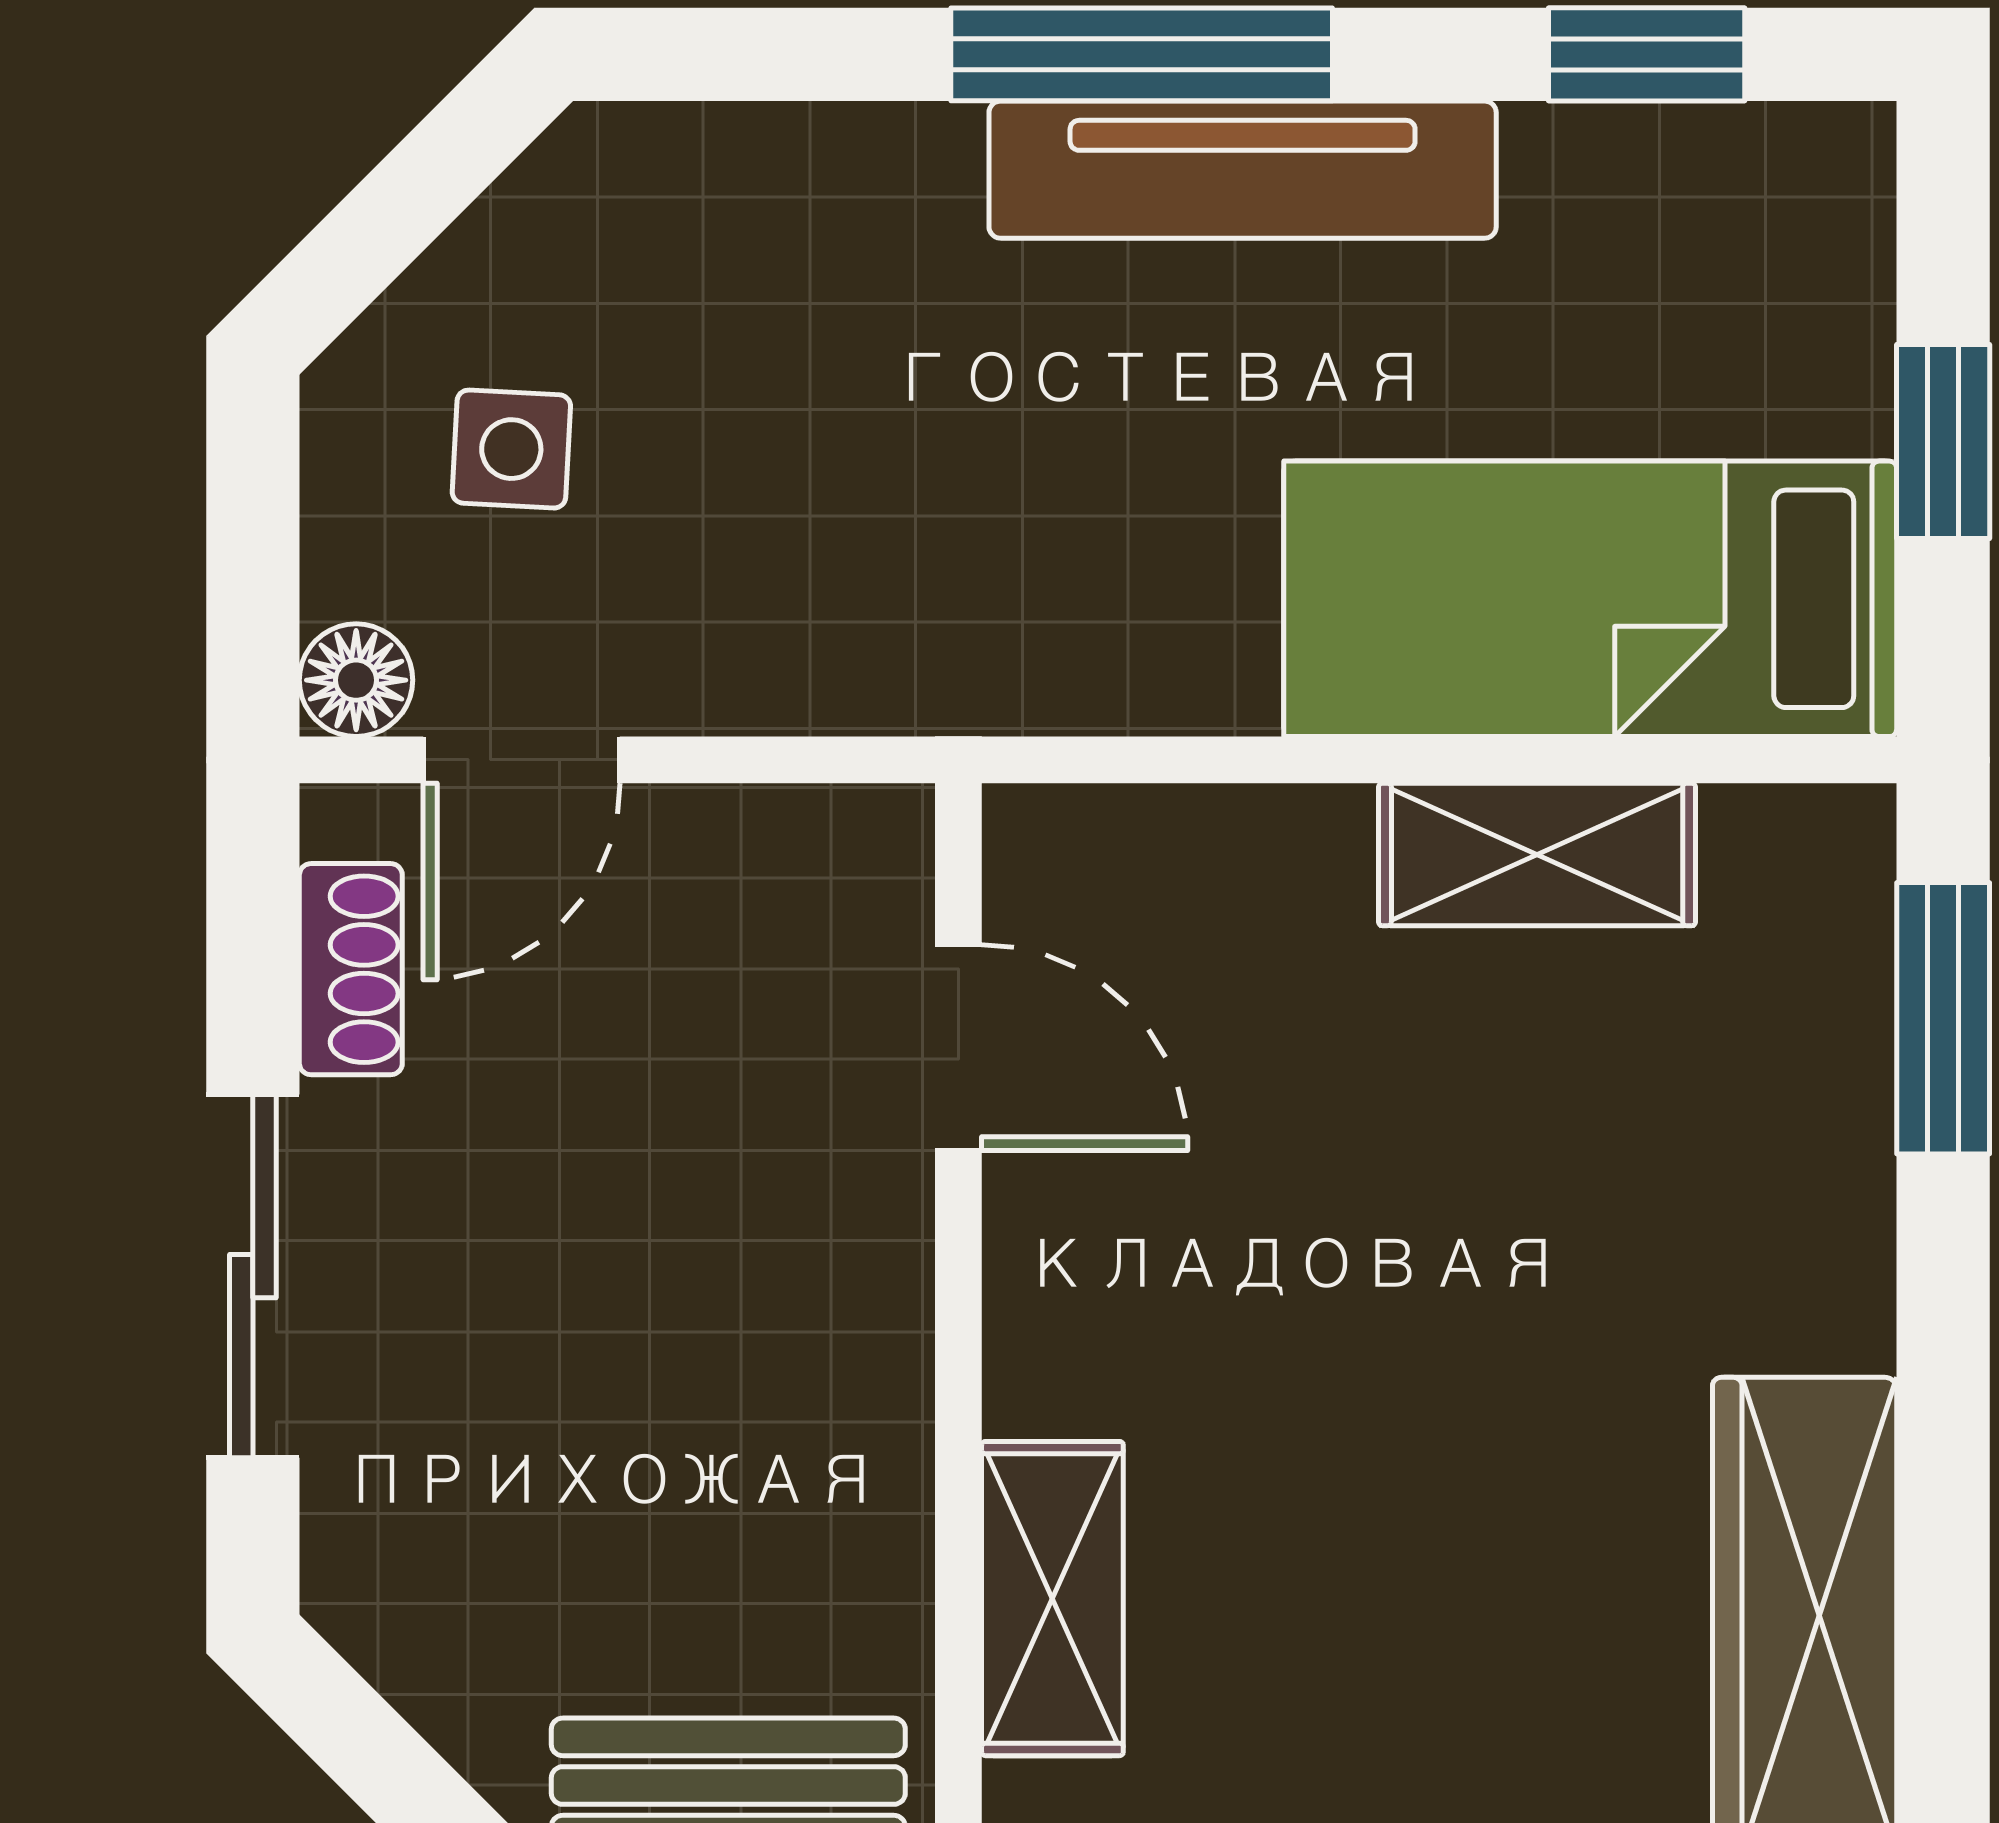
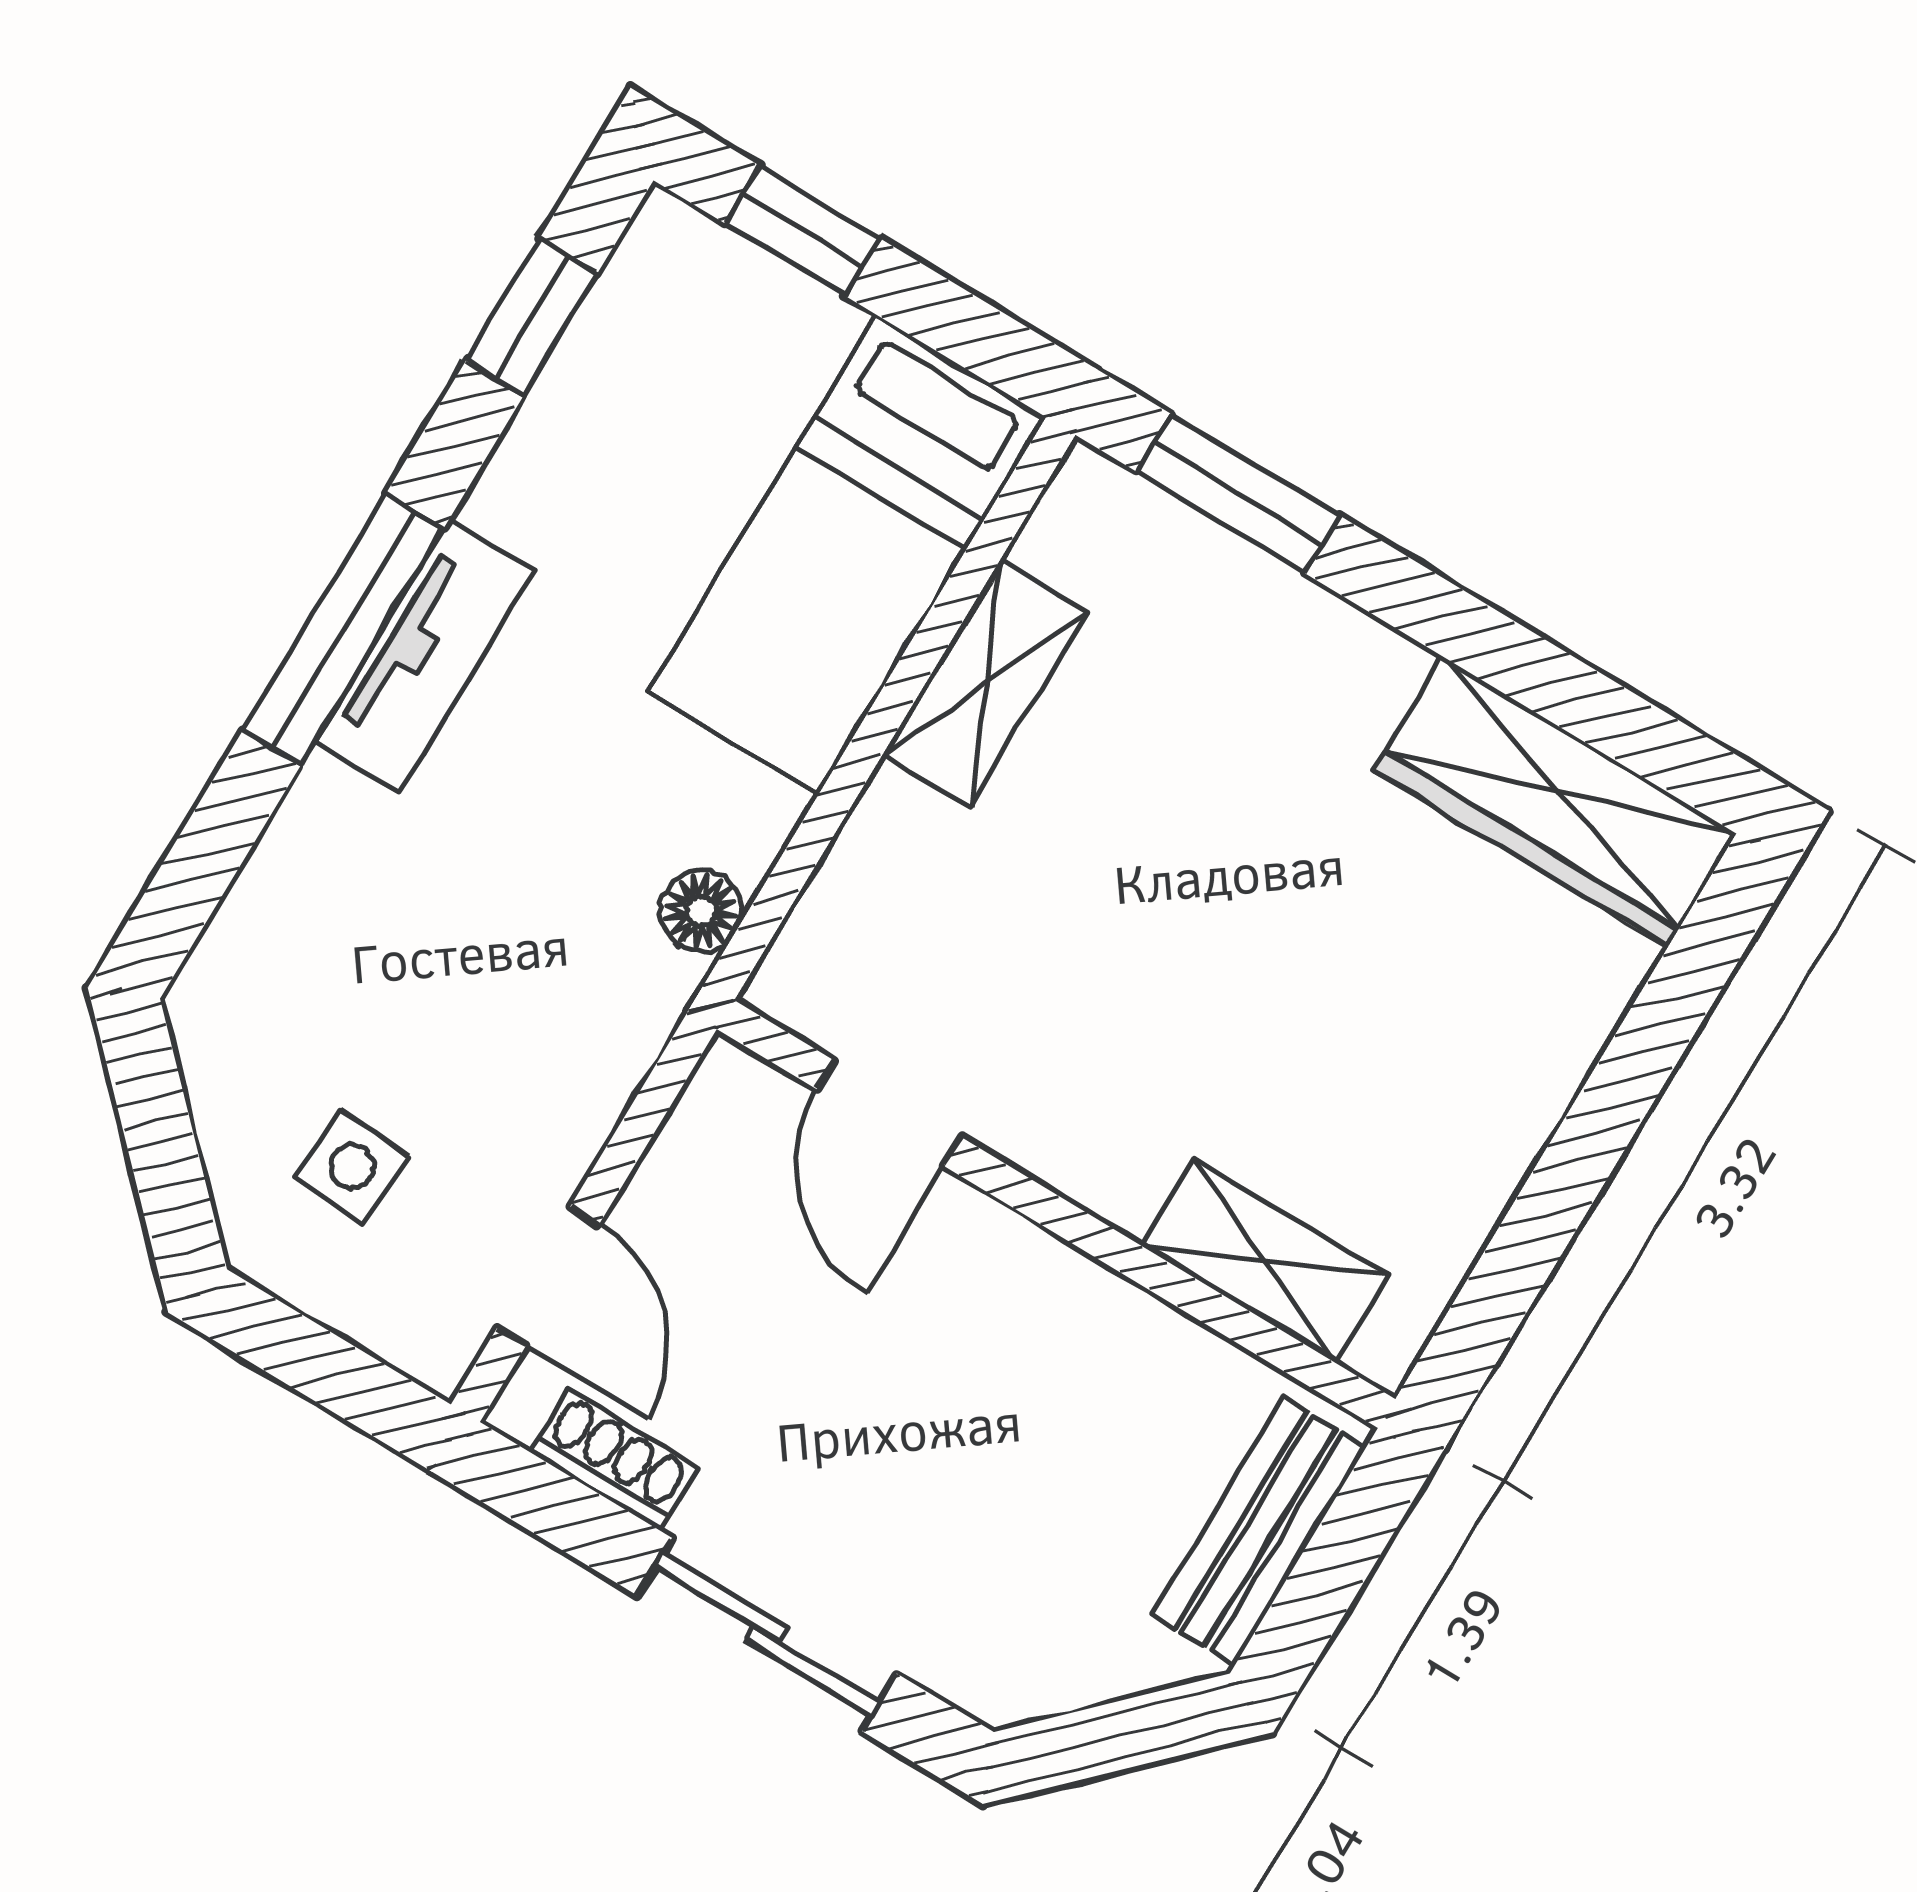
tv unit: (1243, 170) -> (425, 656), width x0.71
window: (1943, 441) -> (802, 231), moved
floor lamp: (356, 680) -> (701, 911), moved
door: (958, 1048) -> (889, 1113), swing flipped

